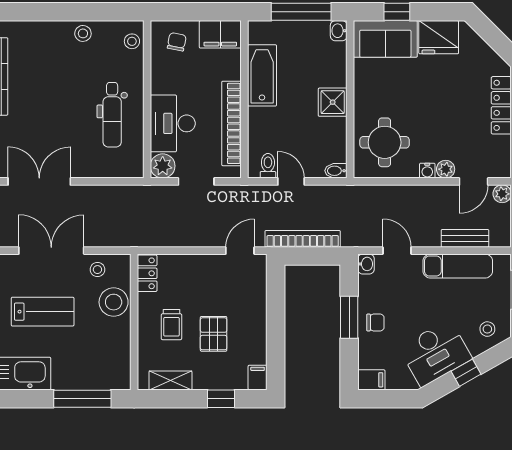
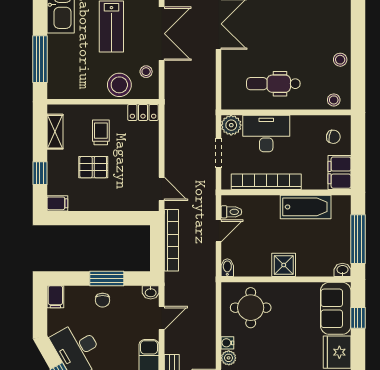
trolley: (171, 325) -> (101, 132), turned 90

